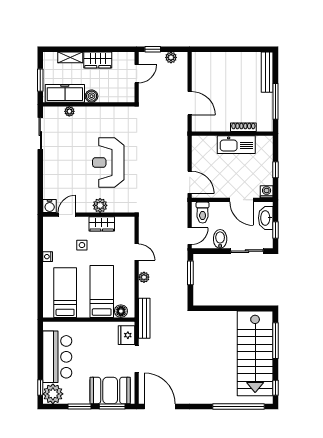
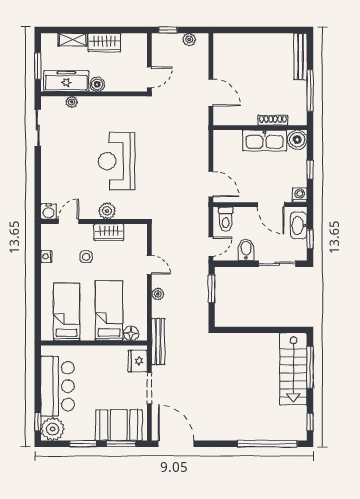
door: (137, 74) -> (149, 77), moved
boiler: (264, 144) -> (297, 140), added
nightstand: (48, 257) -> (46, 256), moved
stairs: (255, 353) -> (293, 369), width x0.73, depth x0.66

